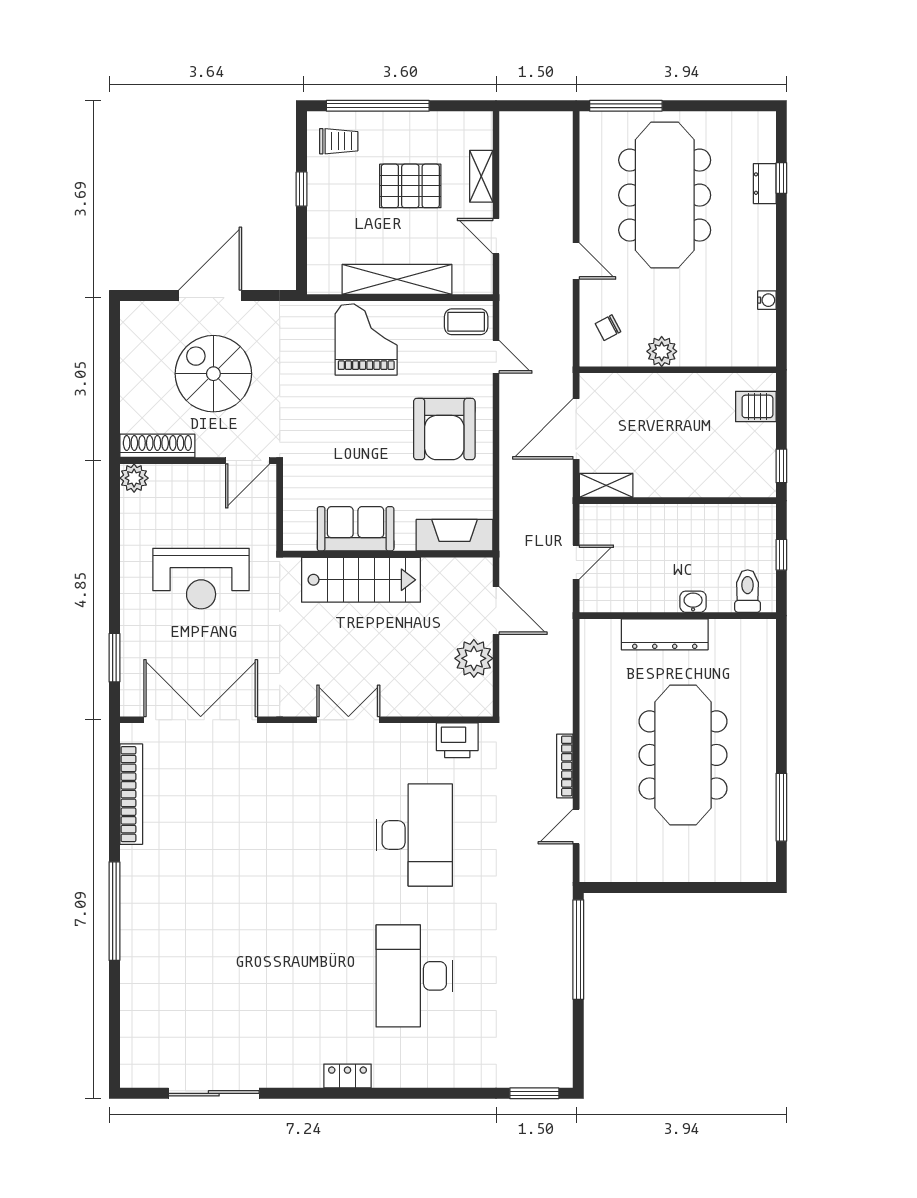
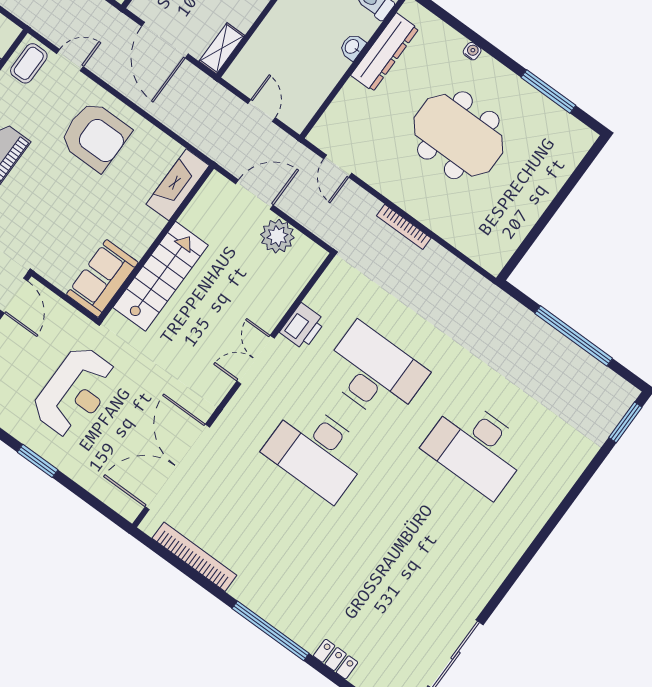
sofa: (356, 529) -> (102, 278), moved
dresser: (665, 634) -> (385, 52), moved
window: (114, 658) -> (38, 461), moved
water cooler: (768, 712) -> (472, 51), added
printer: (457, 740) -> (303, 326), moved
meeting table: (683, 755) -> (458, 135), width x0.73
door: (576, 827) -> (338, 166), moved
desk: (306, 835) -> (317, 451), added
window: (578, 950) -> (574, 336), moved
locker: (348, 1076) -> (336, 659), moved, turned 90

